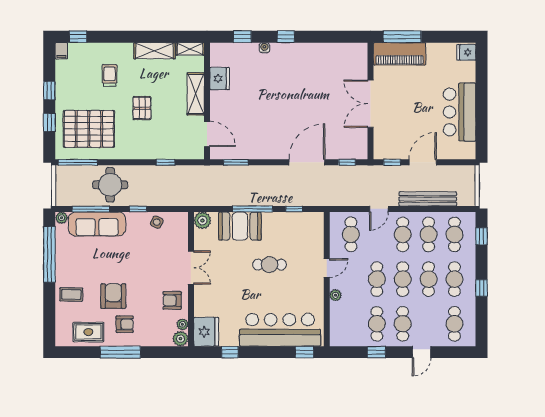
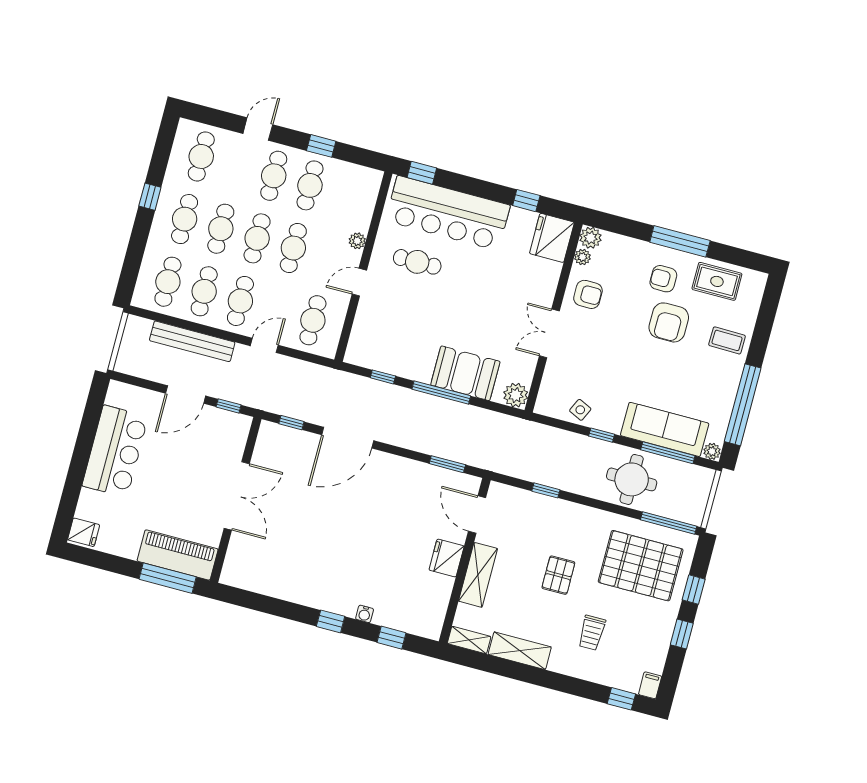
fridge: (220, 79) -> (447, 558), moved
window: (482, 236) -> (131, 269), removed
cafe table: (270, 265) -> (417, 262), moved

